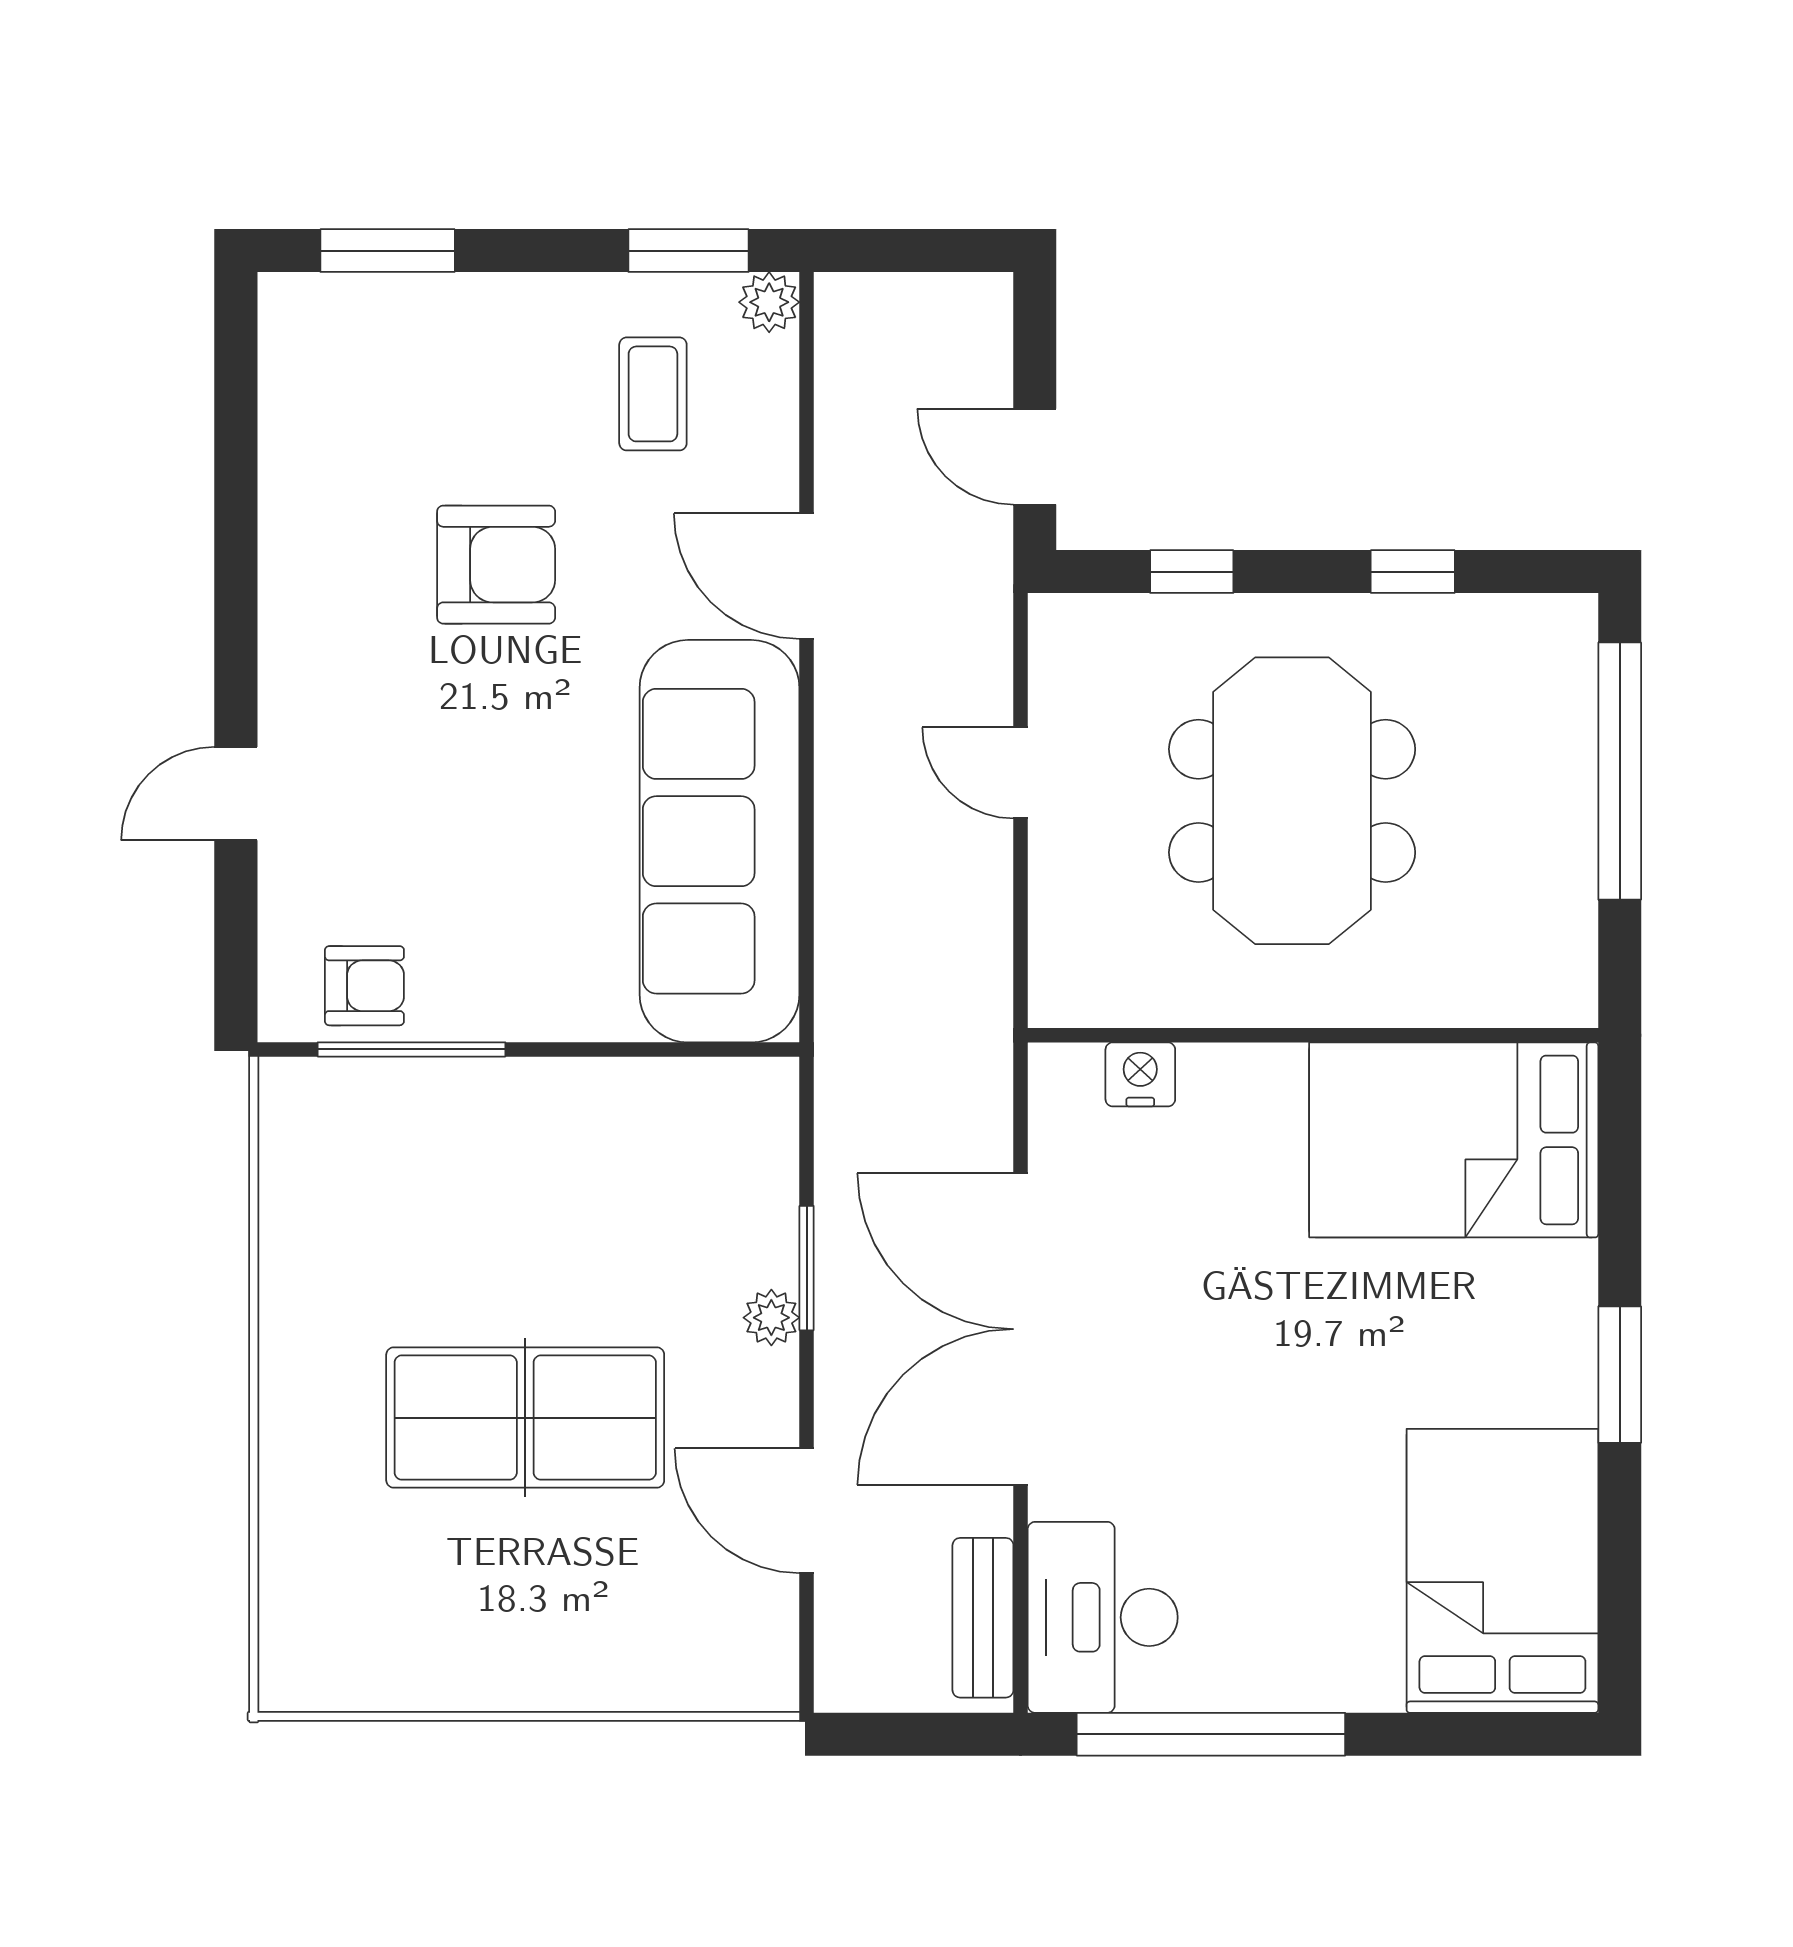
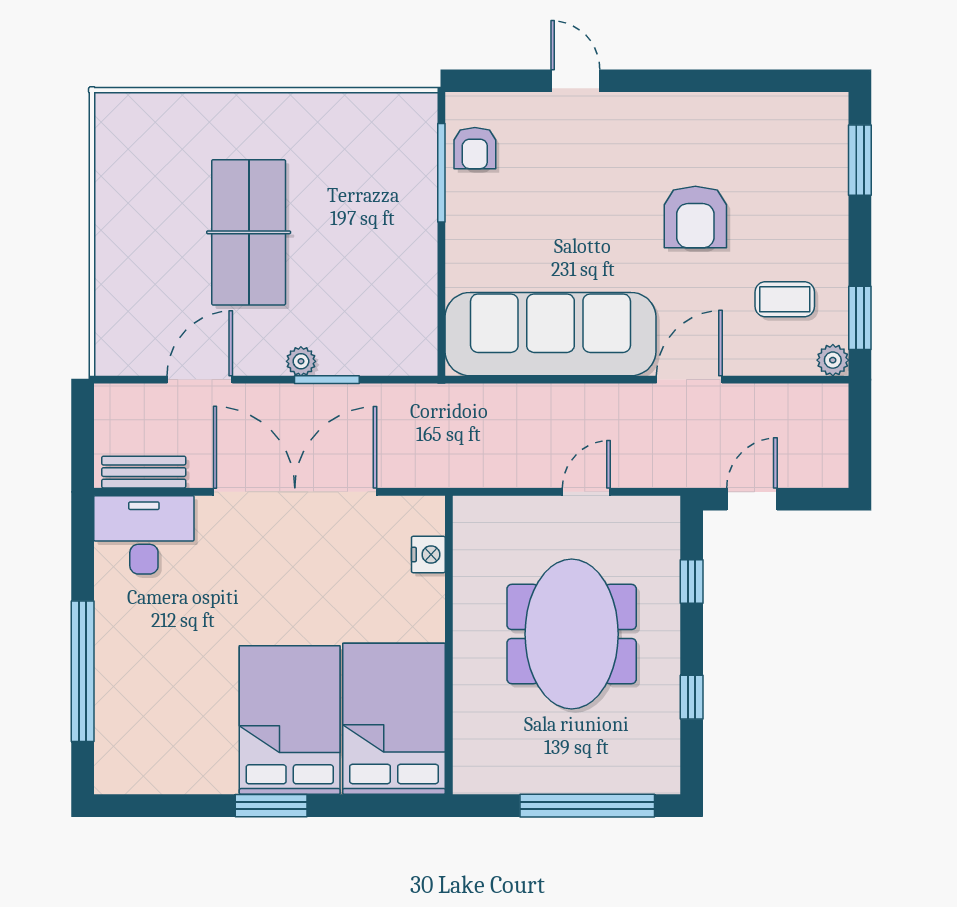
meeting table: (1292, 801) -> (572, 634), turned 90
bed: (1502, 1571) -> (290, 720), moved, turned -90
window: (1211, 1734) -> (83, 671), moved

